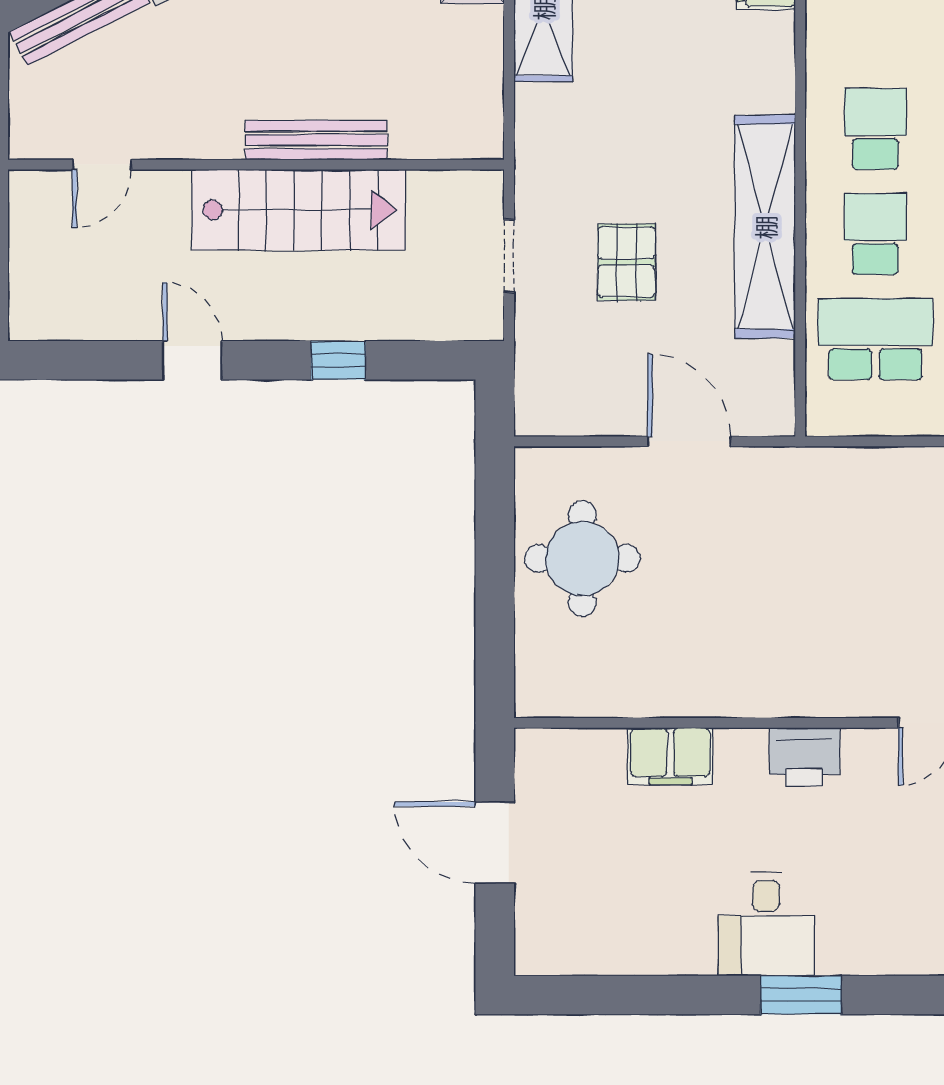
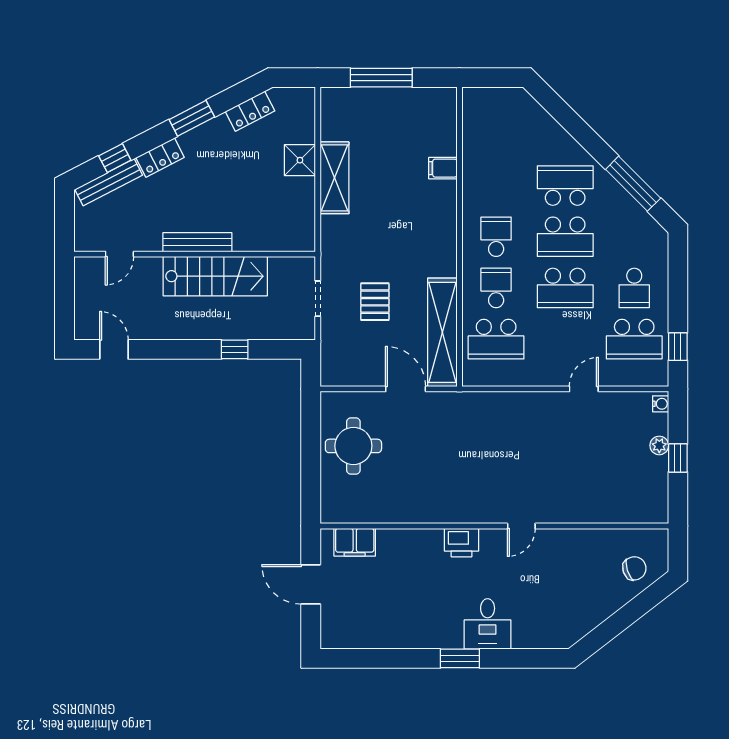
bench: (316, 140) -> (197, 242), moved
shelving: (765, 227) -> (442, 332), moved
school desk: (875, 339) -> (496, 339), turned 180
door: (192, 360) -> (114, 349), moved
filing cabinet: (670, 756) -> (355, 542), moved
desk: (766, 924) -> (488, 624), moved

